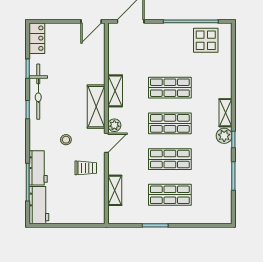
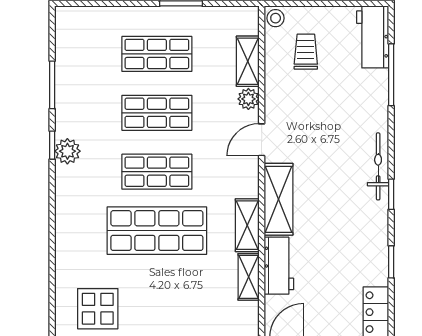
shop shelf: (170, 88) -> (157, 231), width x1.43, depth x1.36
bicycle: (38, 92) -> (378, 166), moved, width x0.73, depth x0.71
shelving: (226, 113) -> (249, 277), moved
plant: (114, 125) -> (248, 99), moved
stool: (66, 140) -> (276, 18), moved
workbench: (38, 168) -> (279, 266), moved, turned 180
trolley: (86, 168) -> (306, 52), moved, turned 90

